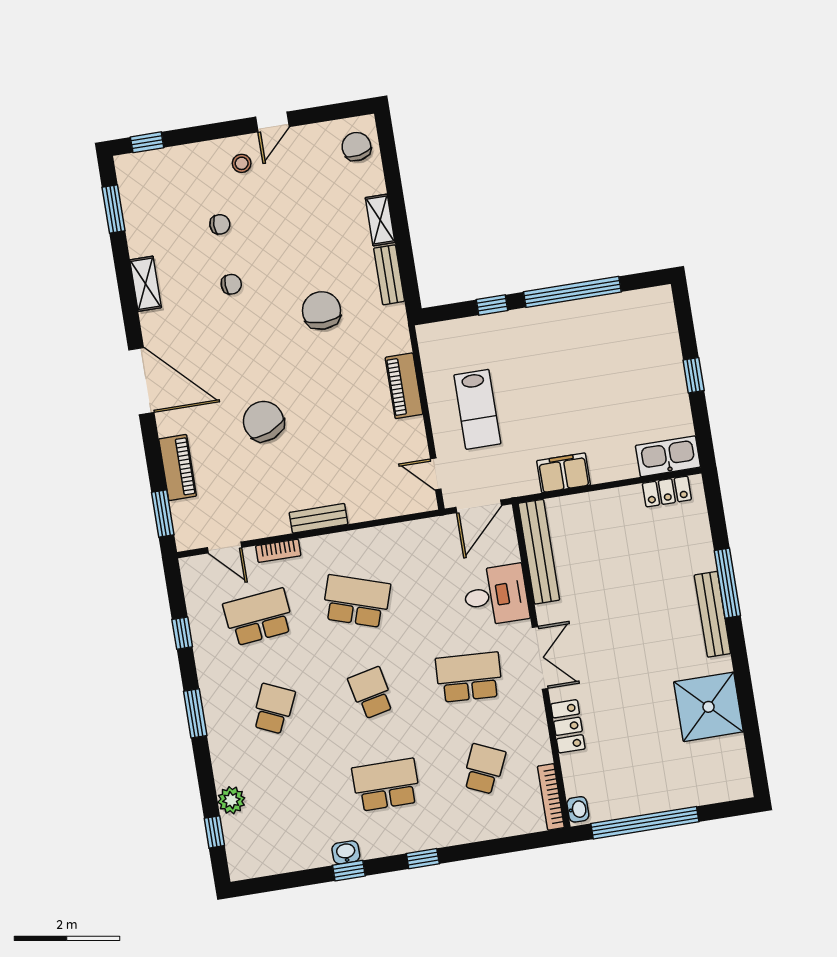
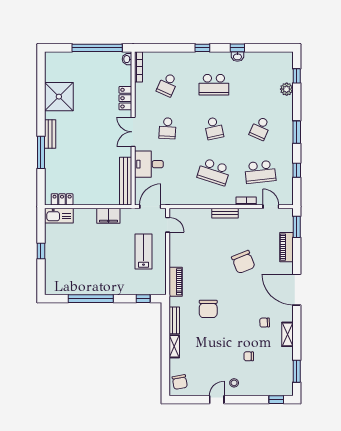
chair: (231, 284) -> (265, 323), moved
window: (492, 305) -> (143, 299), moved
piano: (404, 386) -> (176, 282), moved
bench: (712, 614) -> (50, 134), width x0.73
school desk: (469, 677) -> (167, 128), width x0.54

